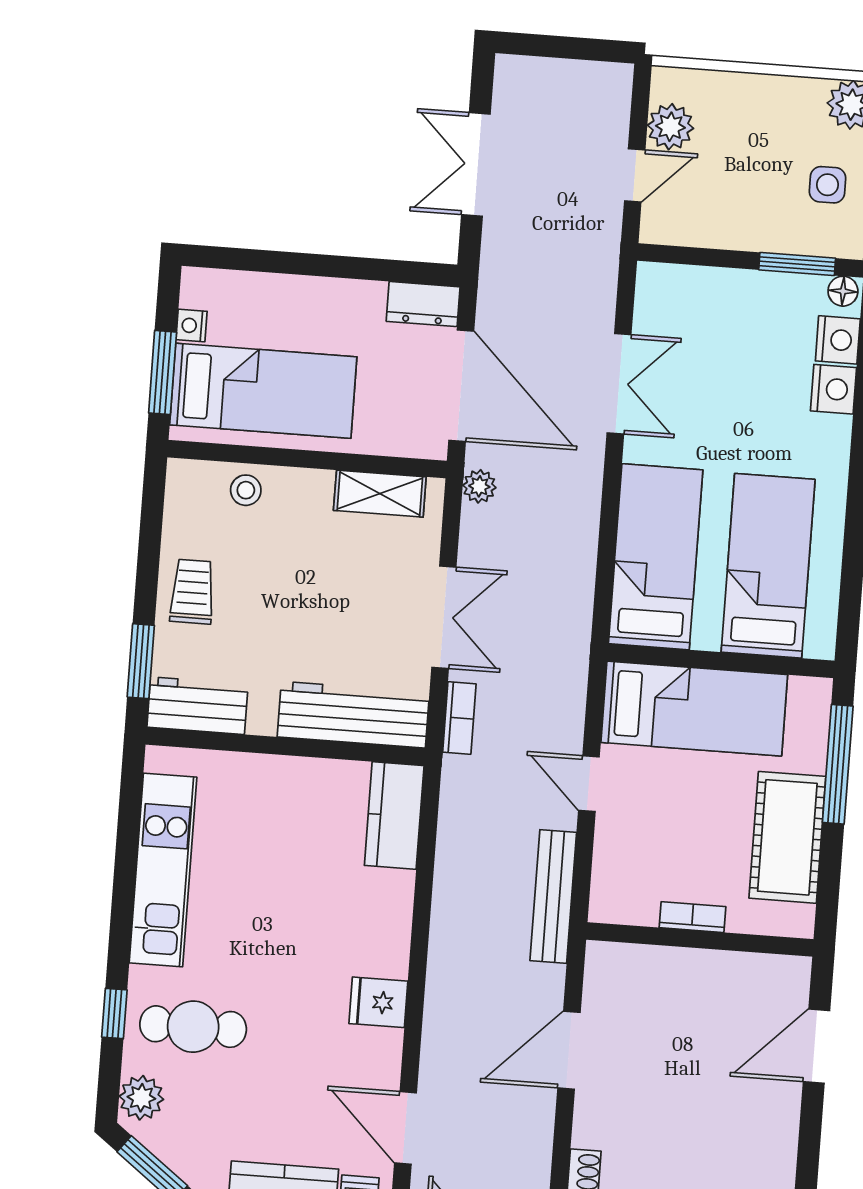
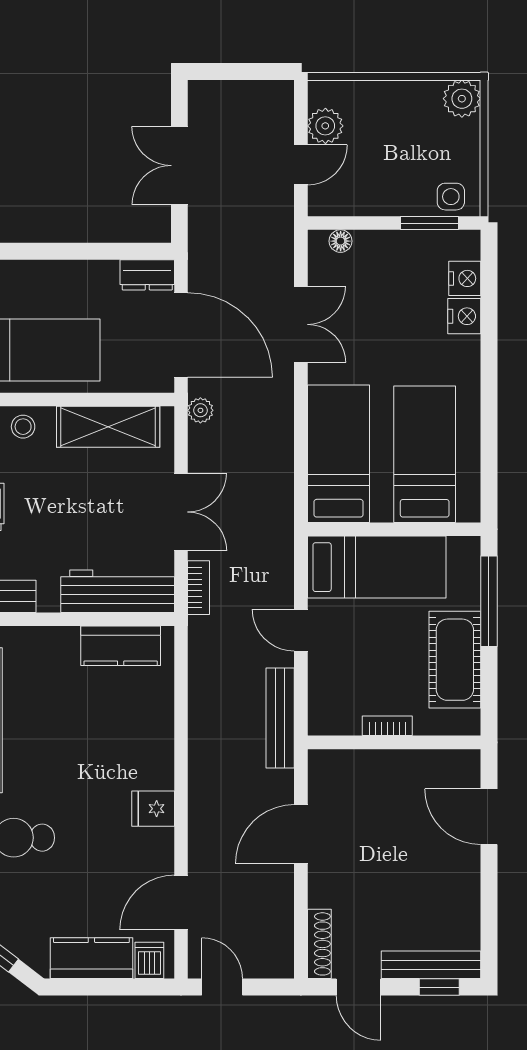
side table: (827, 185) -> (451, 197), moved
floor lamp: (843, 291) -> (341, 241), moved
shelving: (380, 494) -> (108, 427), width x1.50, depth x1.33
kitchen counter: (394, 816) -> (121, 646), moved, turned -90
door: (817, 1046) -> (489, 817), hinge flipped
door: (406, 1128) -> (181, 903), hinge flipped

